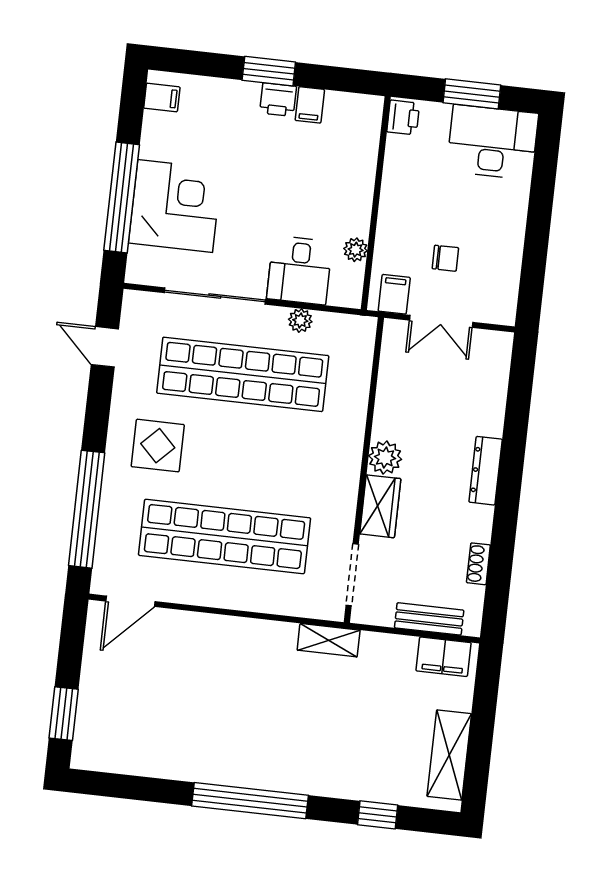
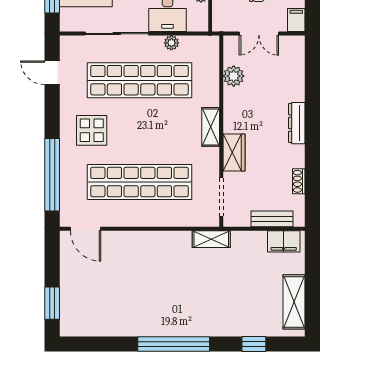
filing cabinet: (394, 294) -> (296, 20), moved
plant: (385, 458) -> (234, 76), moved
shelving: (348, 461) -> (211, 127), added
door: (130, 601) -> (86, 229), hinge flipped

